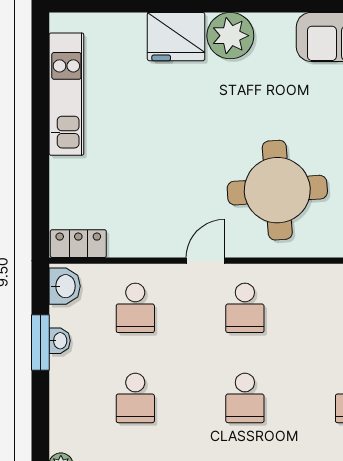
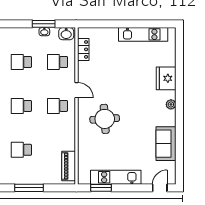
plant: (230, 36) -> (171, 104), width x0.53, depth x0.53
round table: (277, 190) -> (105, 119), width x0.73, depth x0.73
locker: (78, 244) -> (83, 49), moved

